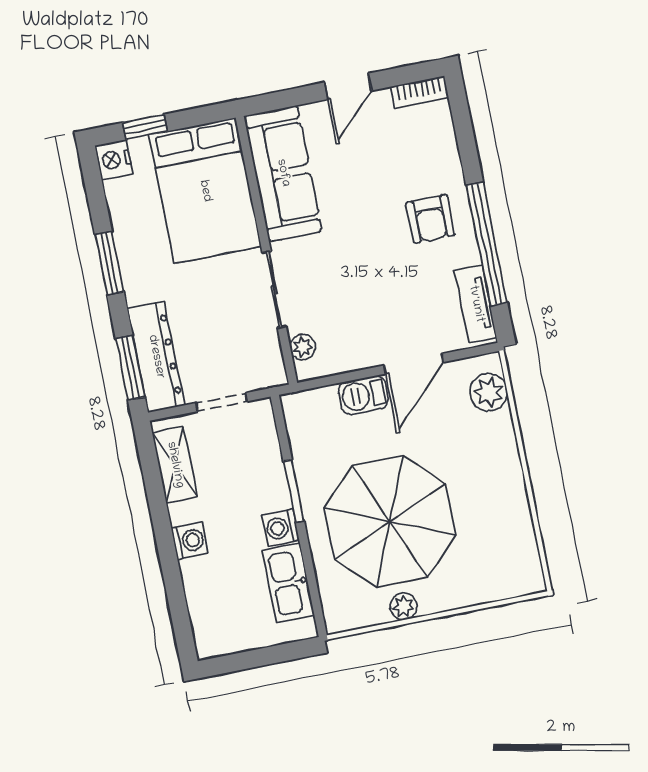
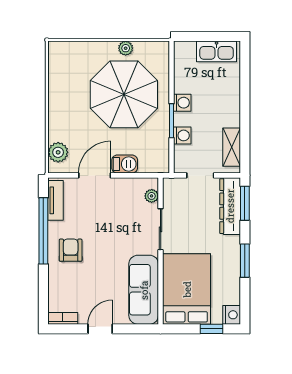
washing machine: (190, 541) -> (182, 135), moved, turned 180
kitchen sink: (288, 583) -> (217, 51), moved, turned 90

